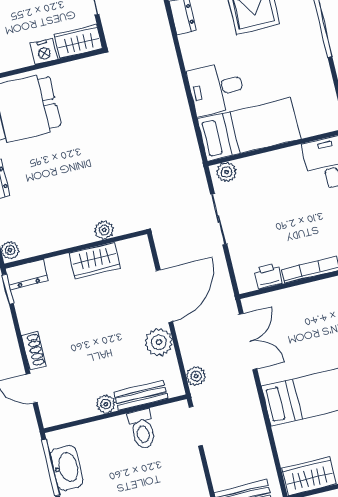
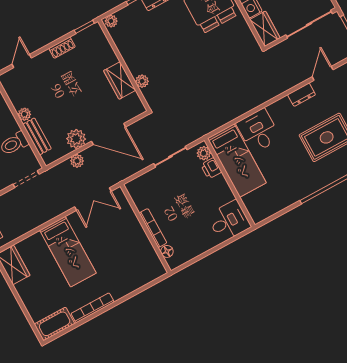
dresser: (27, 274) -> (98, 37), removed
printer: (268, 276) -> (211, 168), moved, turned 180
shoe rack: (34, 350) -> (62, 48), moved
plant: (196, 376) -> (77, 161), moved

